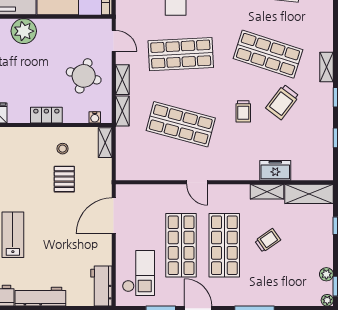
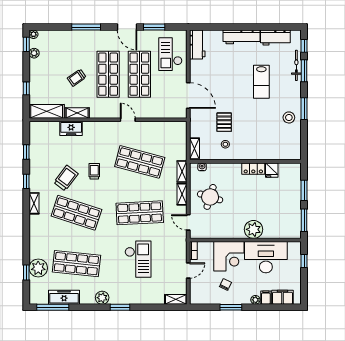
locker: (46, 115) -> (253, 169), moved
door: (114, 216) -> (188, 96), hinge flipped

